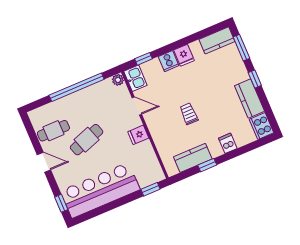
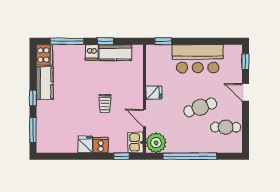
kitchen counter: (217, 40) -> (51, 145), removed
plant: (118, 80) -> (156, 143), width x1.87, depth x1.87
trolley: (189, 114) -> (105, 104), moved
dishwasher: (228, 143) -> (92, 53), moved
window: (245, 149) -> (67, 41), added
door: (44, 162) -> (245, 92), moved
bar counter: (100, 190) -> (198, 59), width x0.73

